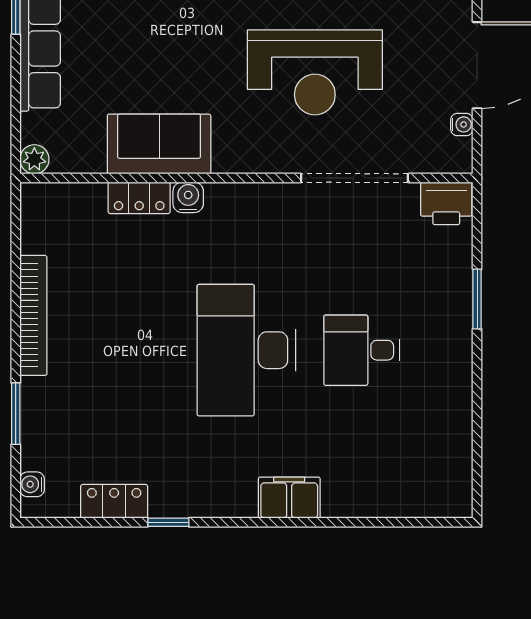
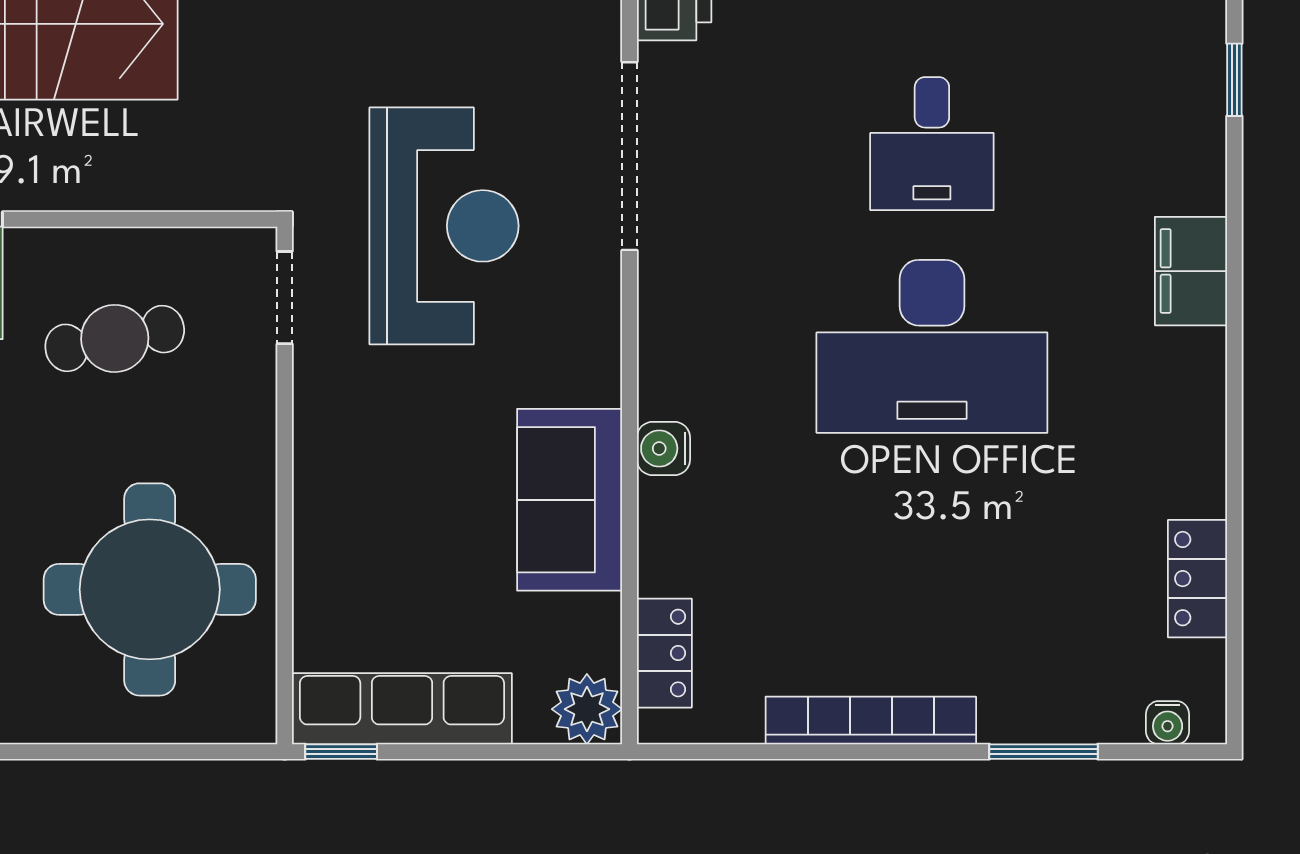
plant: (34, 159) -> (587, 709), width x1.38, depth x1.38
locker: (139, 198) -> (664, 653), moved
window: (168, 522) -> (1234, 80), moved

